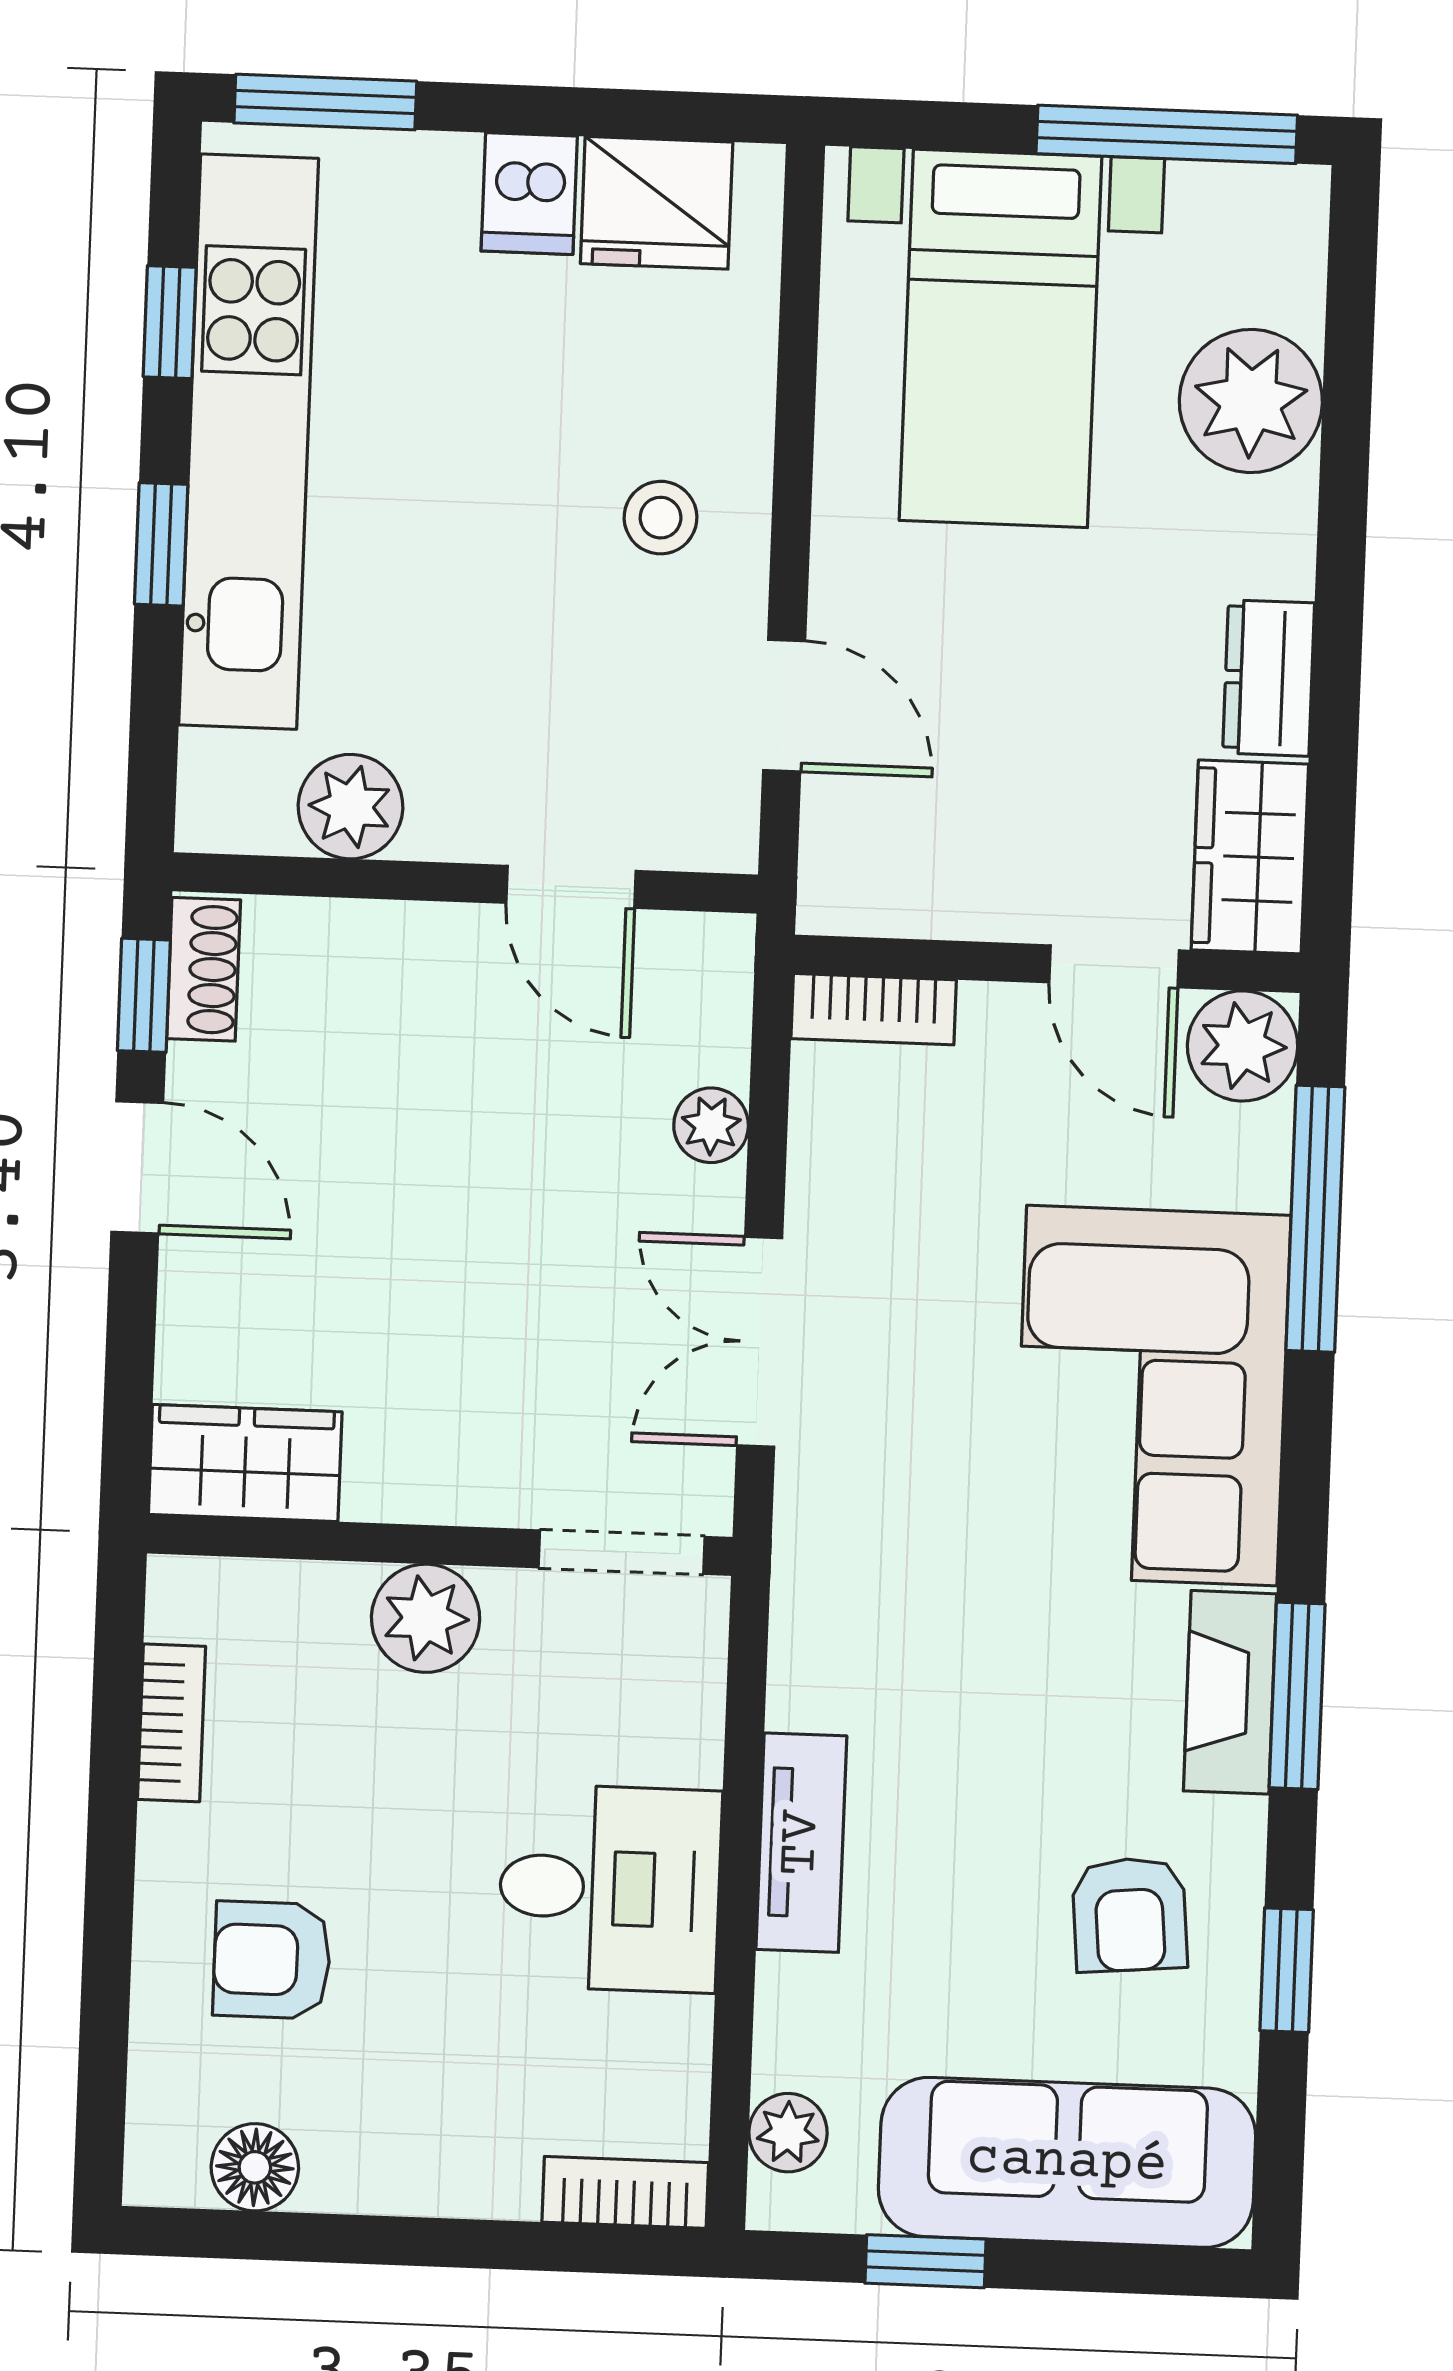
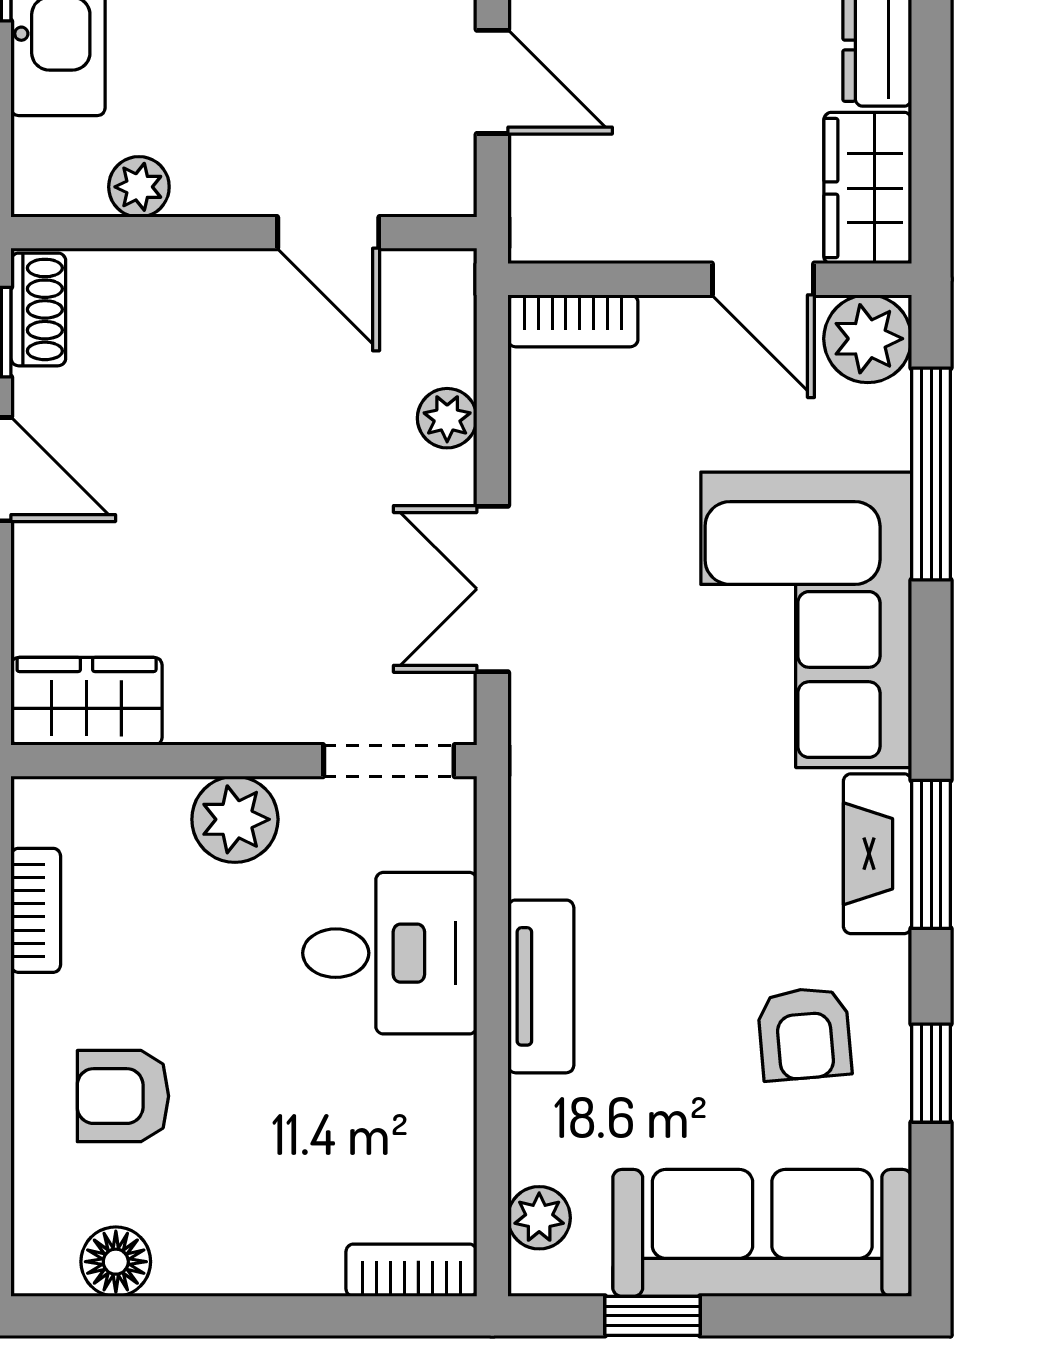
plant: (351, 807) -> (139, 187), width x0.73, depth x0.73
desk: (610, 1888) -> (390, 953), moved

